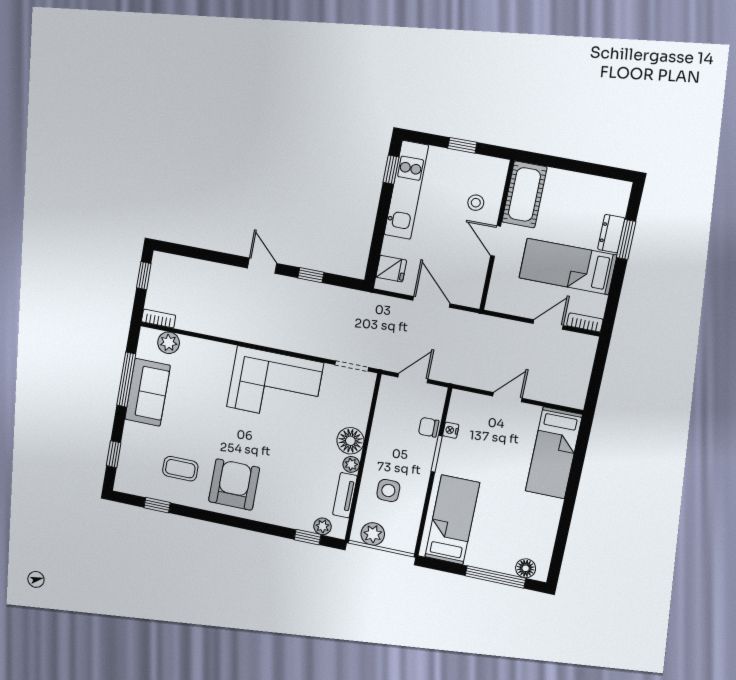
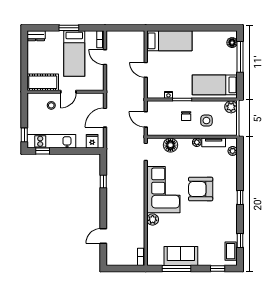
window: (462, 145) -> (24, 135), moved
dresser: (611, 234) -> (36, 36), moved
window: (626, 240) -> (69, 28), moved
door: (262, 266) -> (103, 236), moved
window: (144, 276) -> (120, 268), removed
plant: (169, 343) -> (153, 219), moved
chair: (429, 427) -> (186, 116), moved
floor lamp: (350, 441) -> (170, 145), moved
coffee table: (180, 469) -> (231, 251), moved
armchair: (234, 485) -> (201, 189), moved
plant: (373, 534) -> (231, 107), moved
window: (308, 537) -> (240, 197), moved

